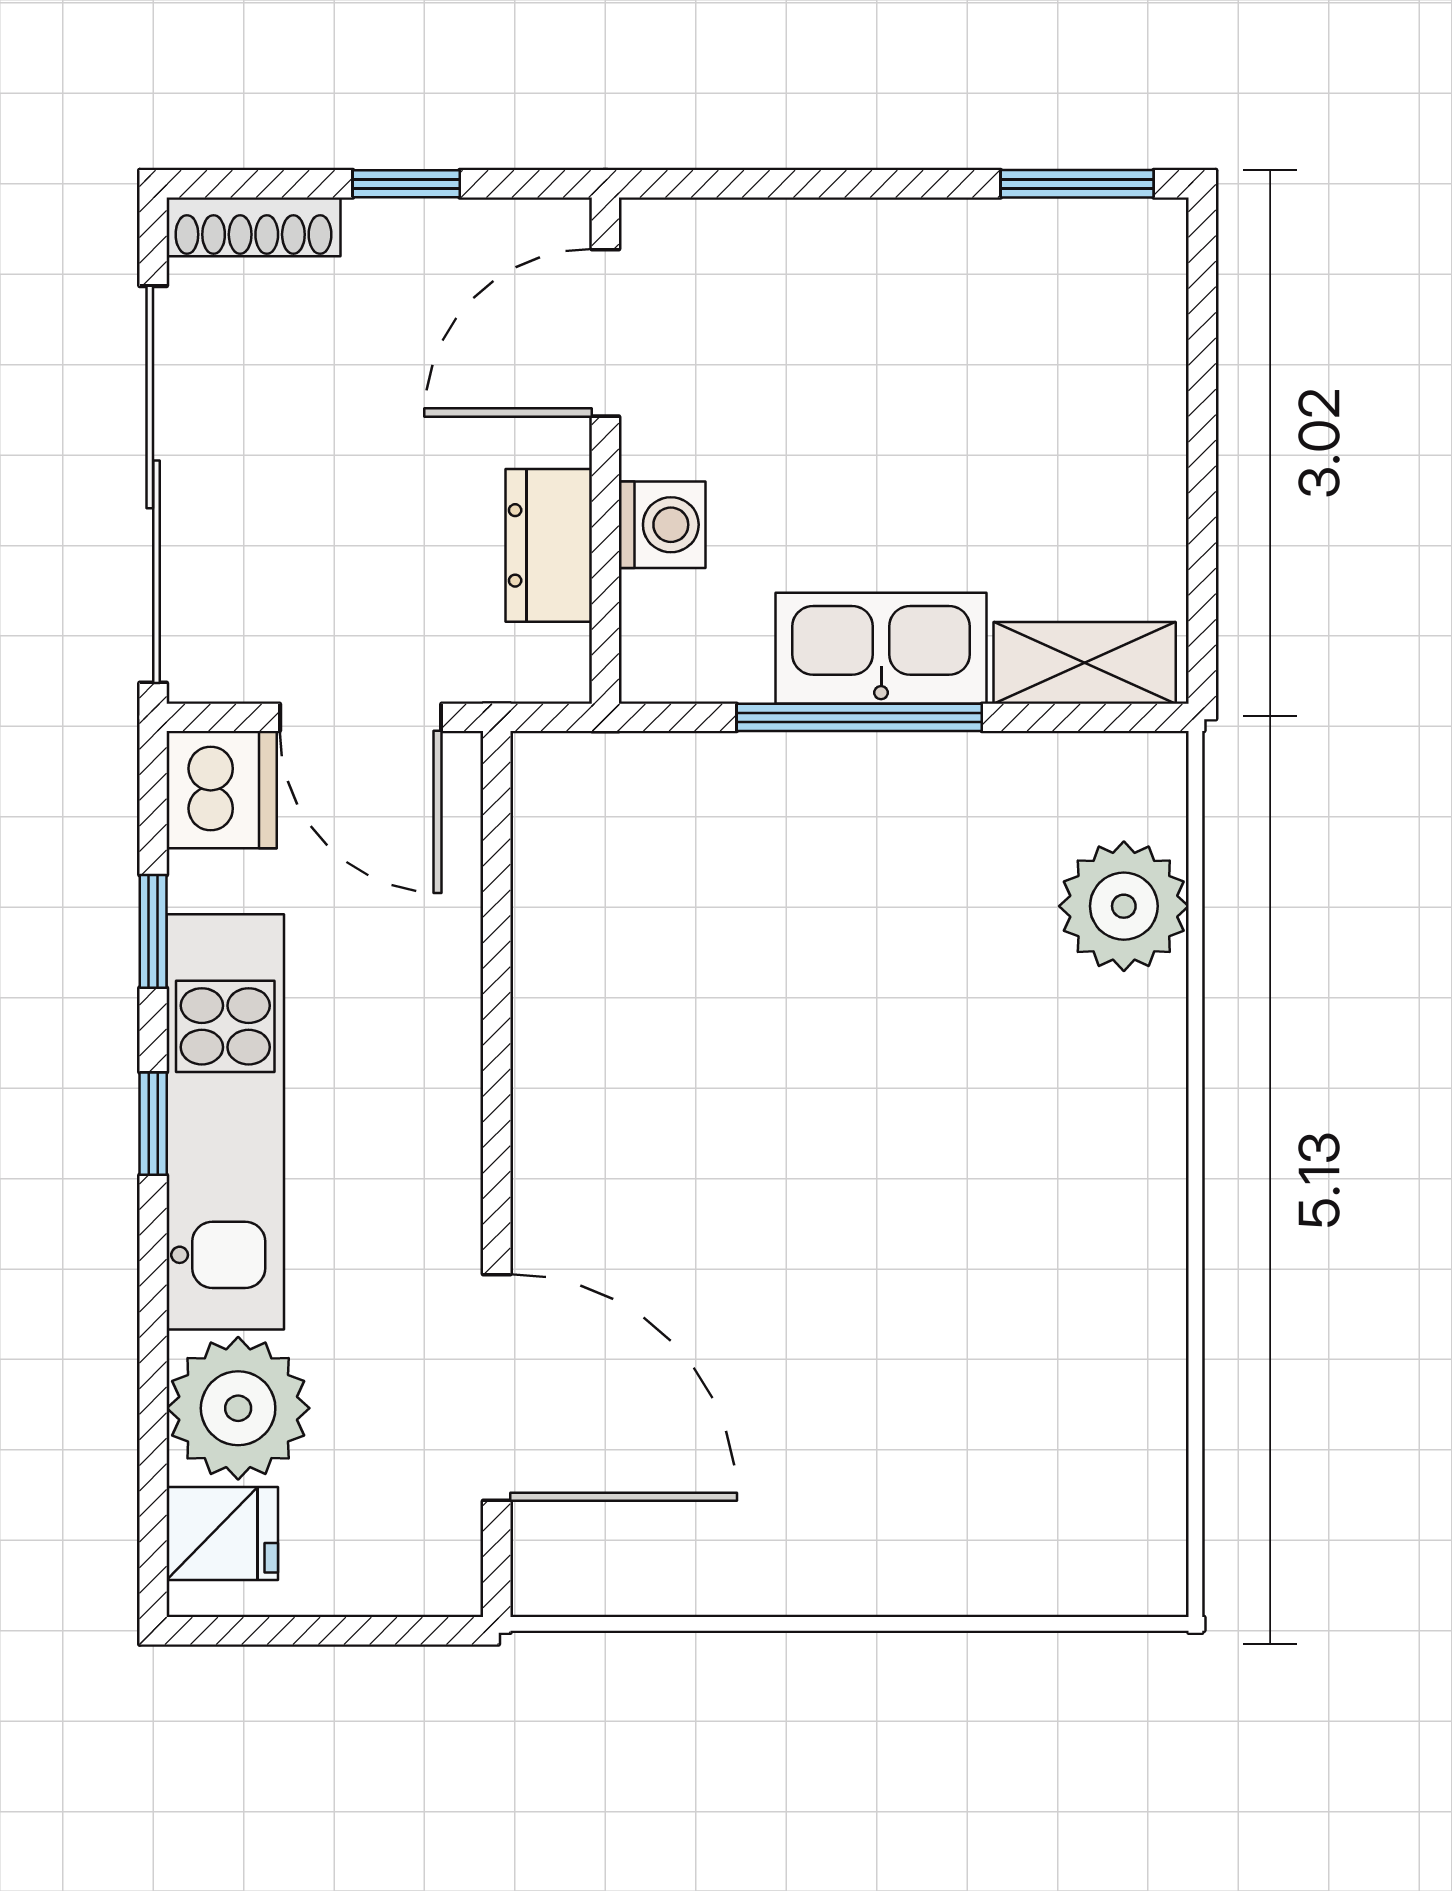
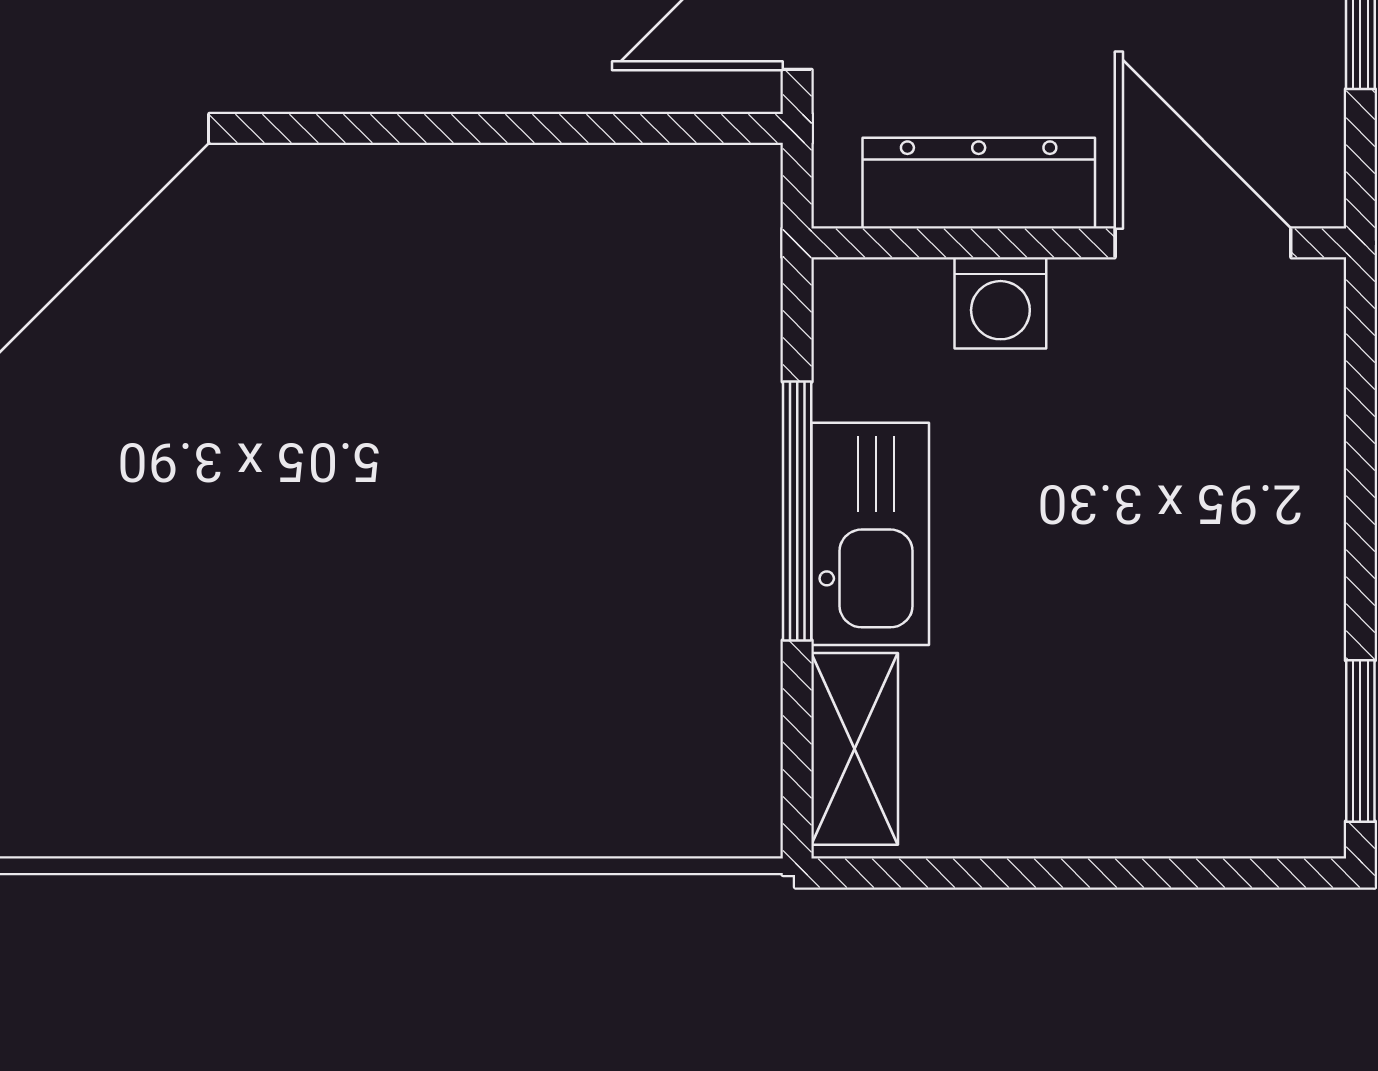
dresser: (549, 545) -> (979, 183), width x1.44
plant: (1124, 906) -> (598, 790), removed

